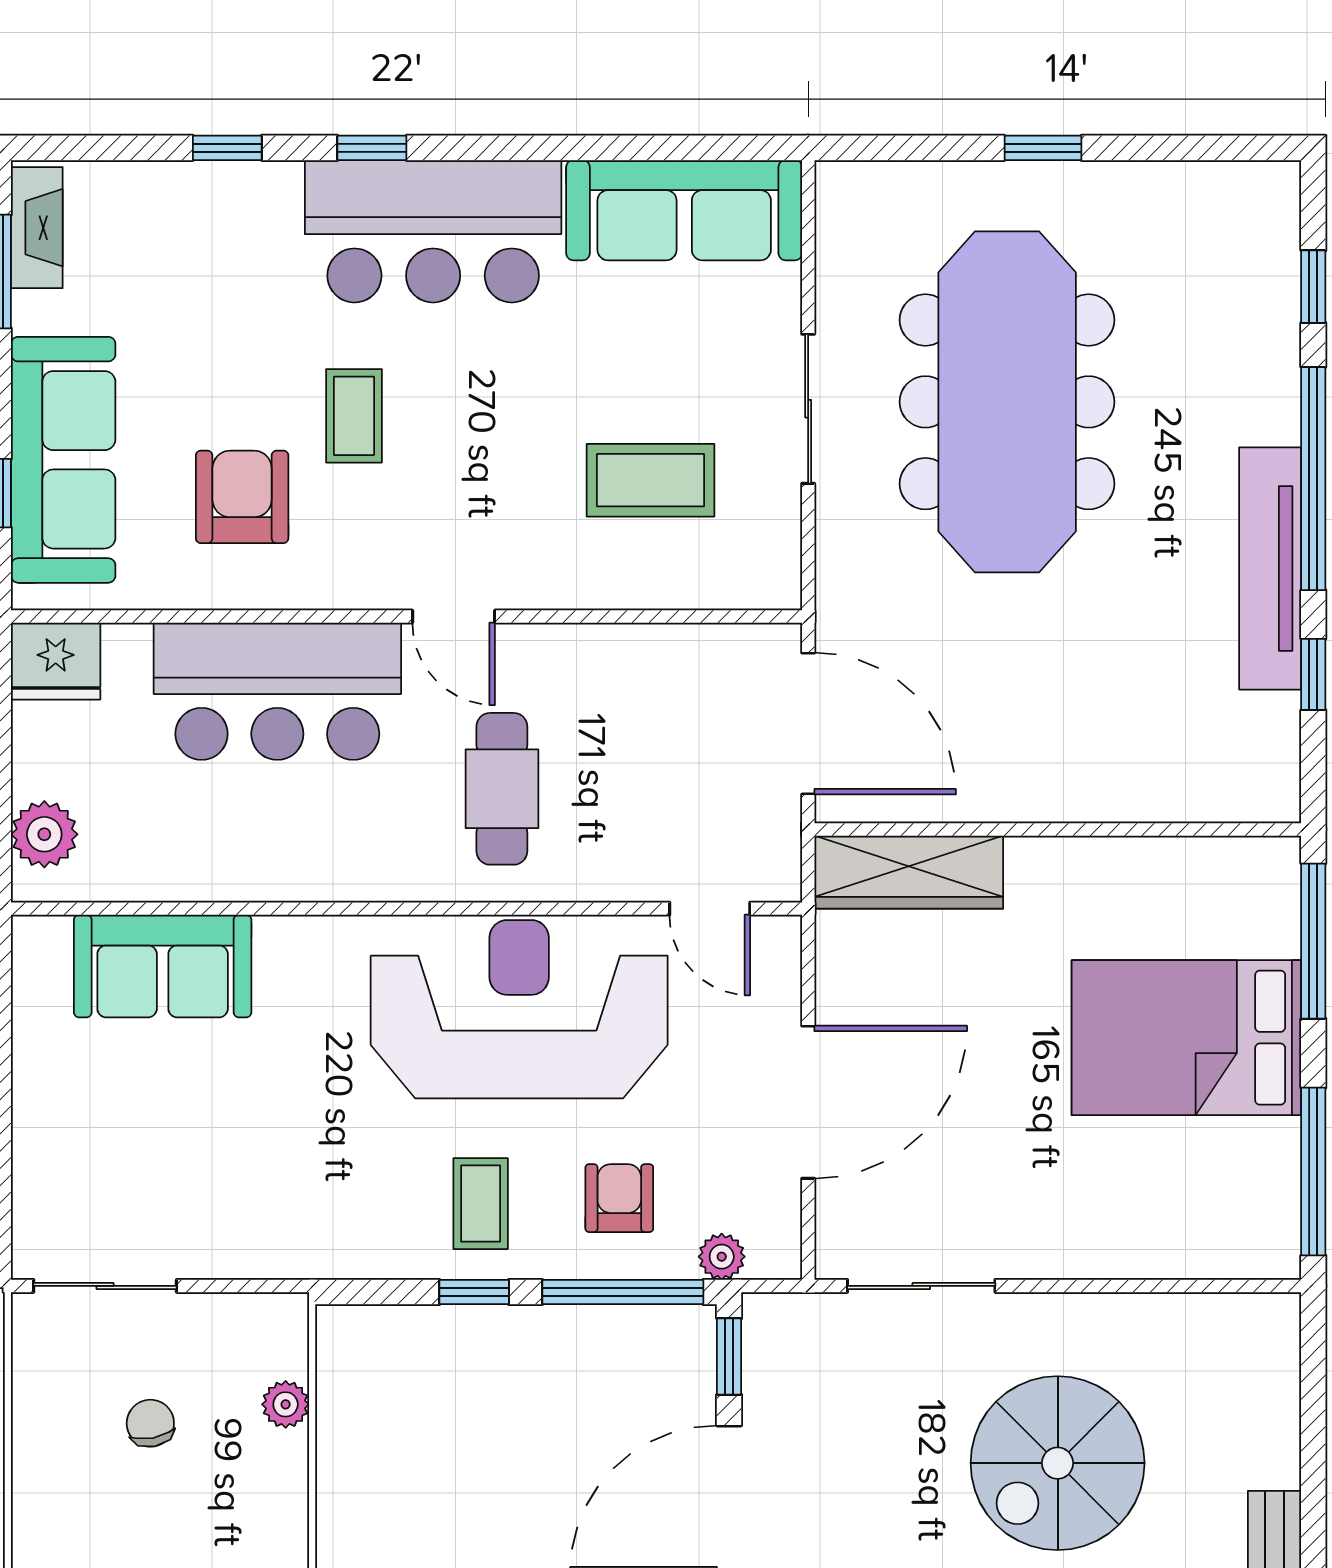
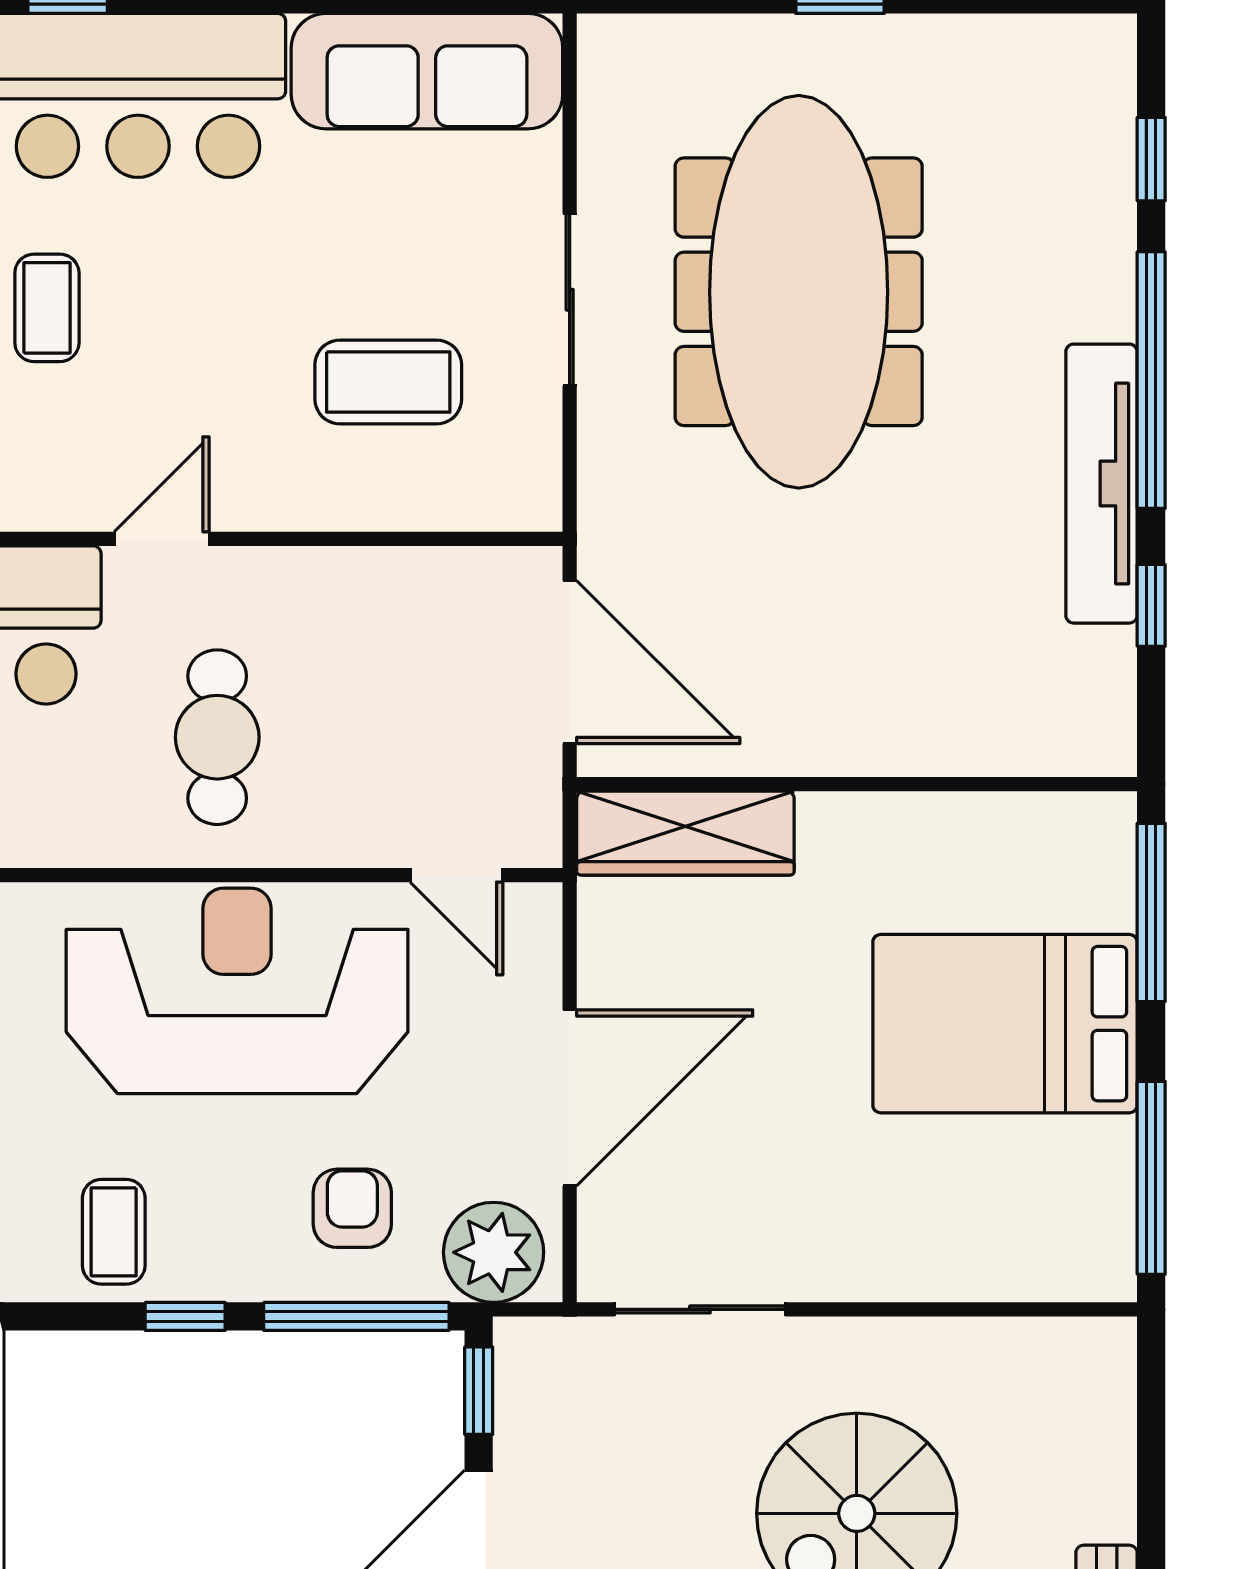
door: (454, 617) -> (162, 539), swing flipped
coffee table: (481, 1204) -> (114, 1232), moved
plant: (722, 1257) -> (494, 1252), width x1.87, depth x1.87

